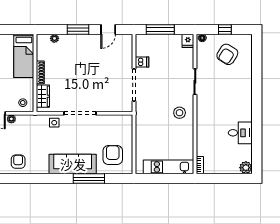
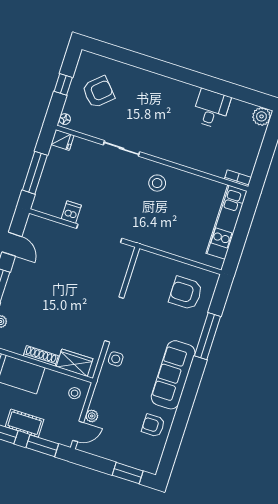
armchair: (227, 54) -> (98, 92), turned -74
sofa: (73, 164) -> (173, 375), moved

